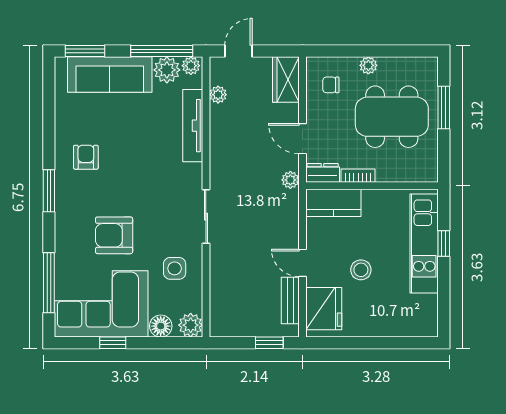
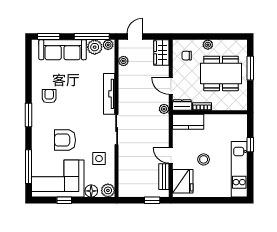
tv unit: (193, 126) -> (109, 94), moved
kitchen unit: (424, 243) -> (239, 169), moved

